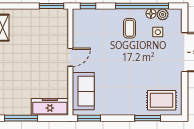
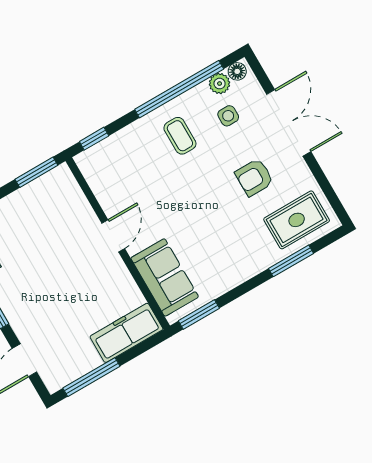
floor lamp: (151, 14) -> (237, 71), moved
armchair: (153, 68) -> (254, 177), added

